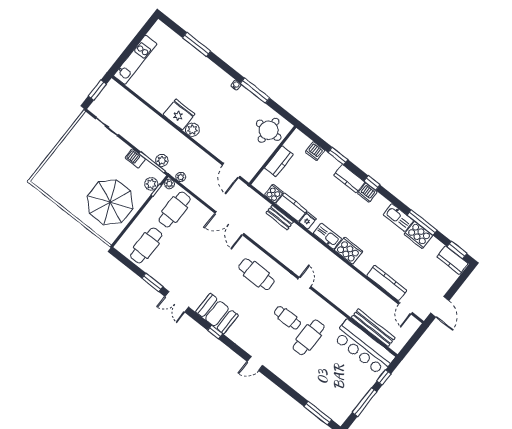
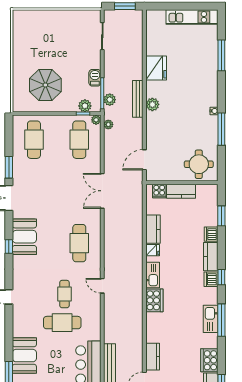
kitchen unit: (135, 60) -> (192, 17), moved
fridge: (179, 114) -> (156, 68), moved
dishwasher: (315, 151) -> (211, 234), moved
window: (338, 156) -> (221, 216), moved
cooker: (274, 194) -> (159, 191), moved, turned 90
parasol: (110, 202) -> (45, 85), width x0.73, depth x0.73
cafe table: (175, 209) -> (79, 140), turned 90
bench: (280, 217) -> (138, 99), moved, width x1.36
window: (422, 223) -> (221, 320), moved
cooker: (418, 235) -> (209, 360), moved
cafe table: (146, 245) -> (34, 140), turned 90
door: (304, 283) -> (102, 286), swing flipped
kitchen counter: (387, 283) -> (153, 357), width x0.67
booth: (311, 388) -> (24, 356), added

